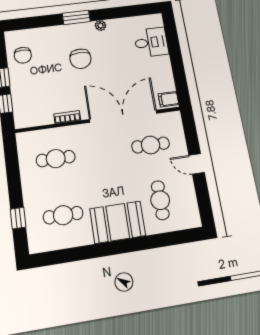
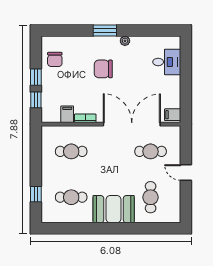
chair: (80, 59) -> (103, 69), turned 90
filing cabinet: (45, 115) -> (67, 114), added

